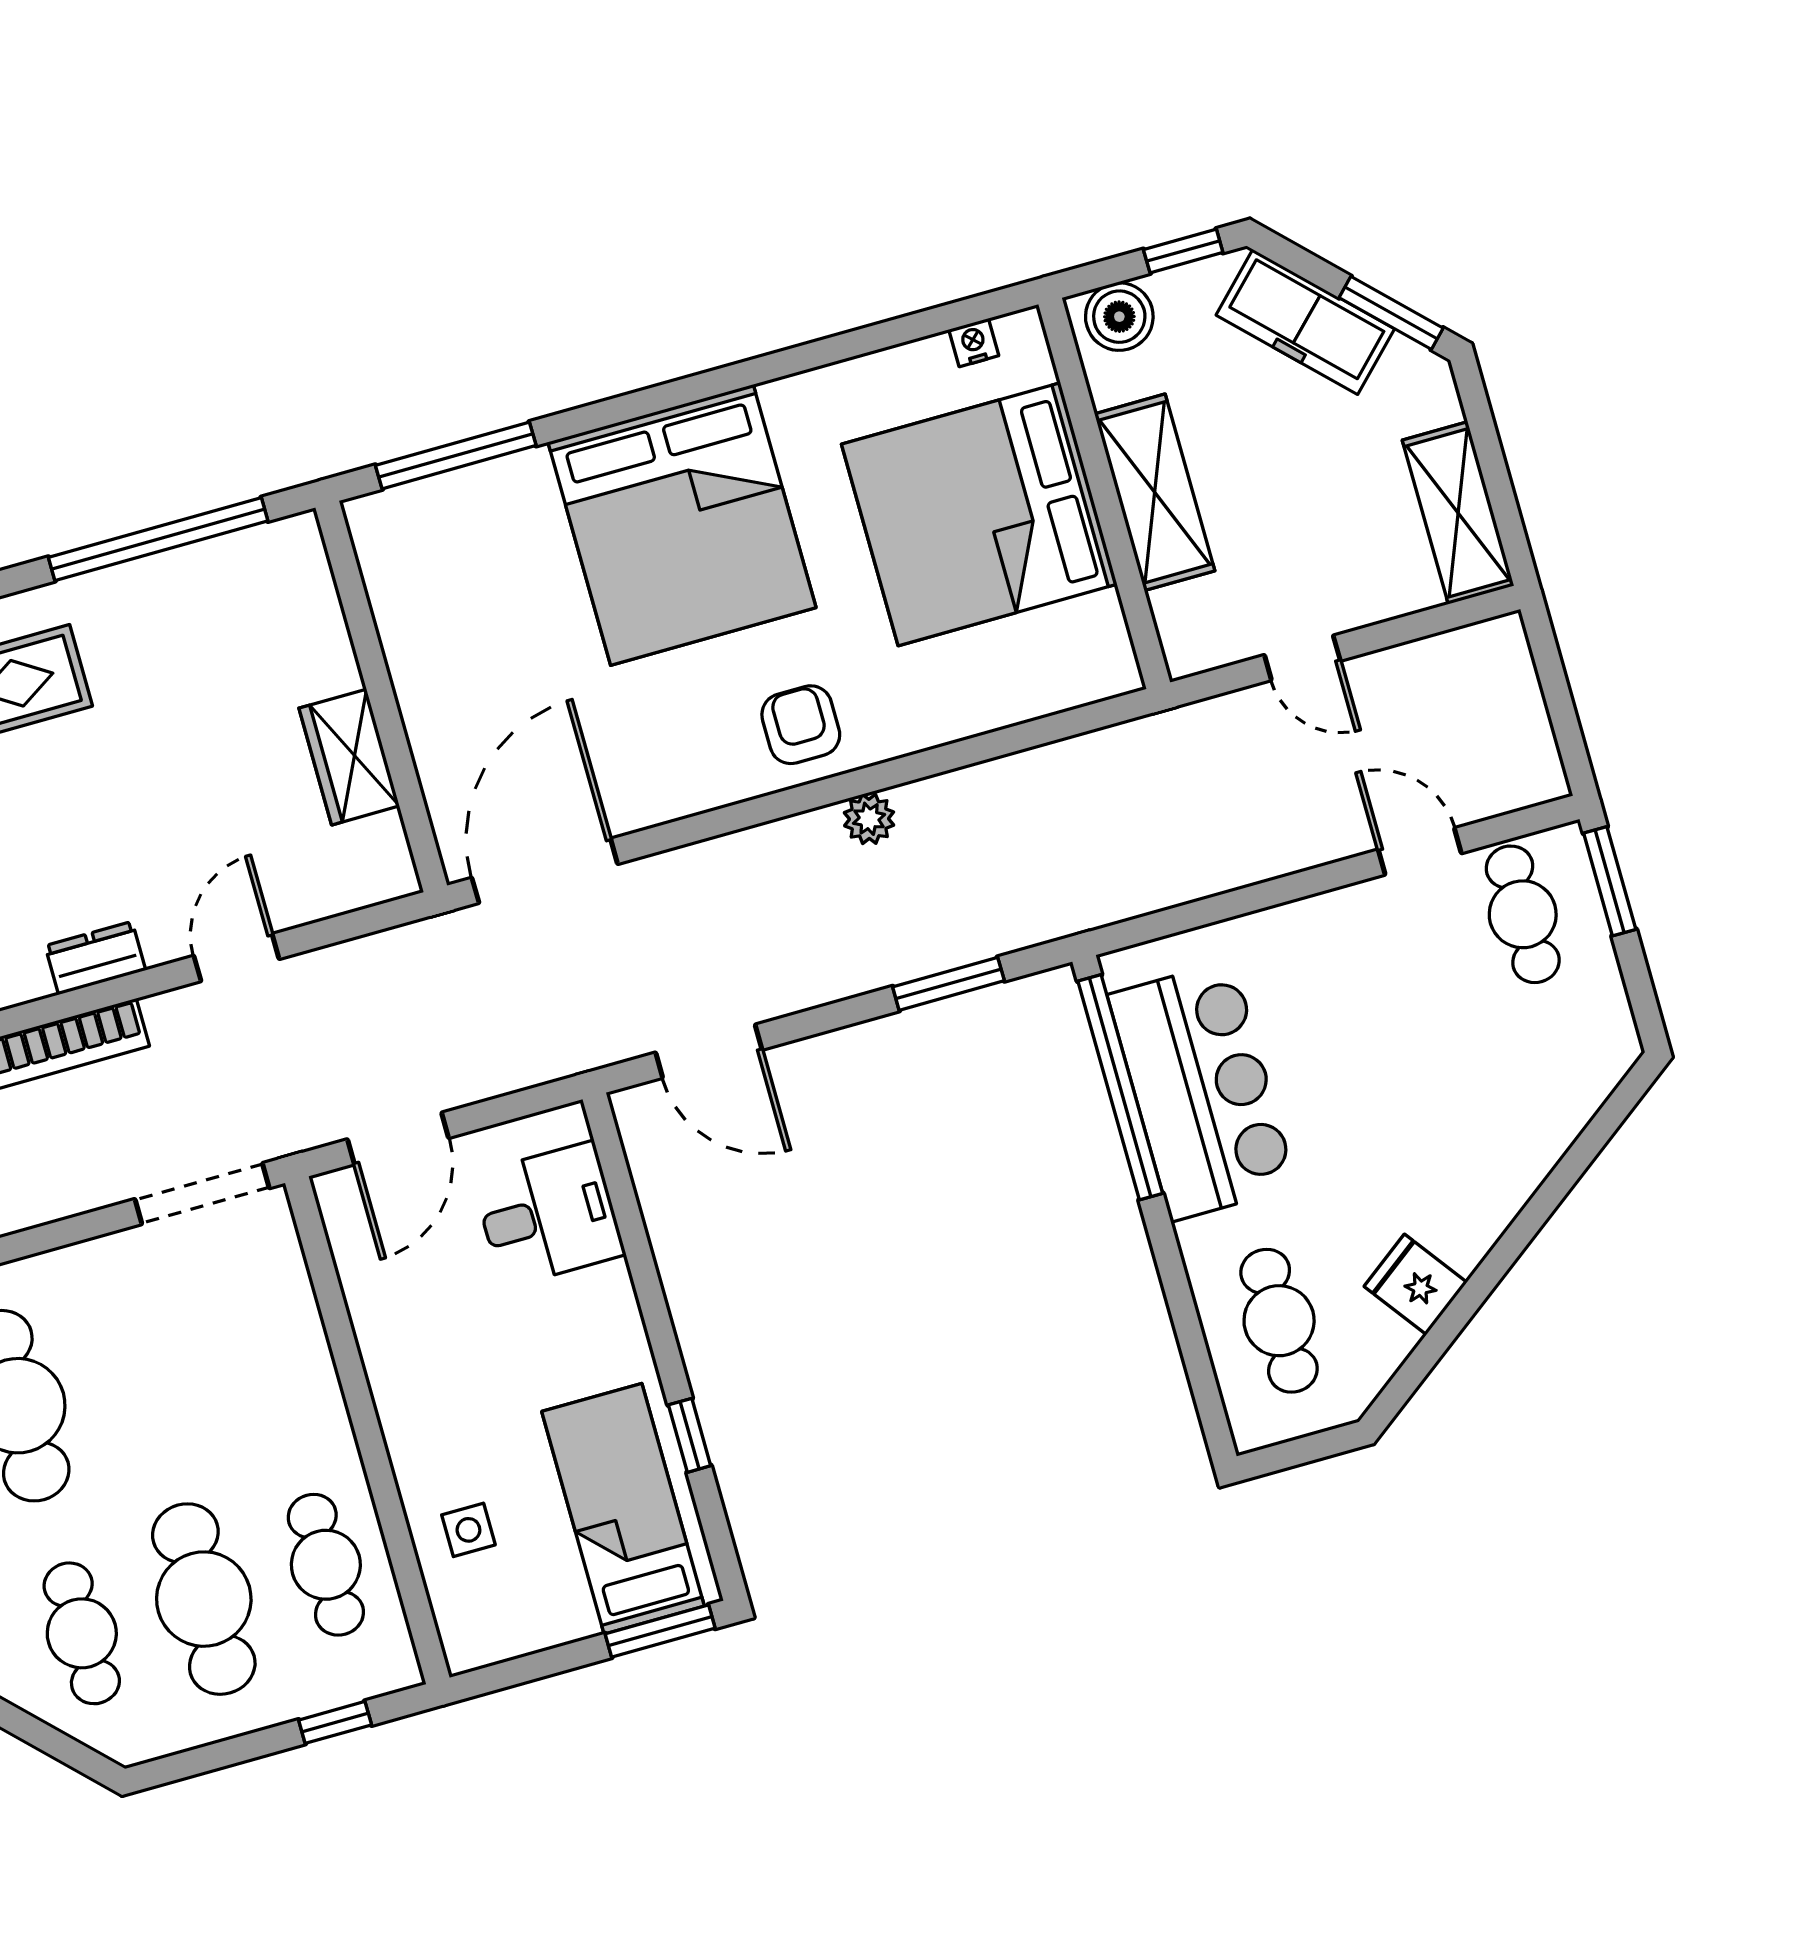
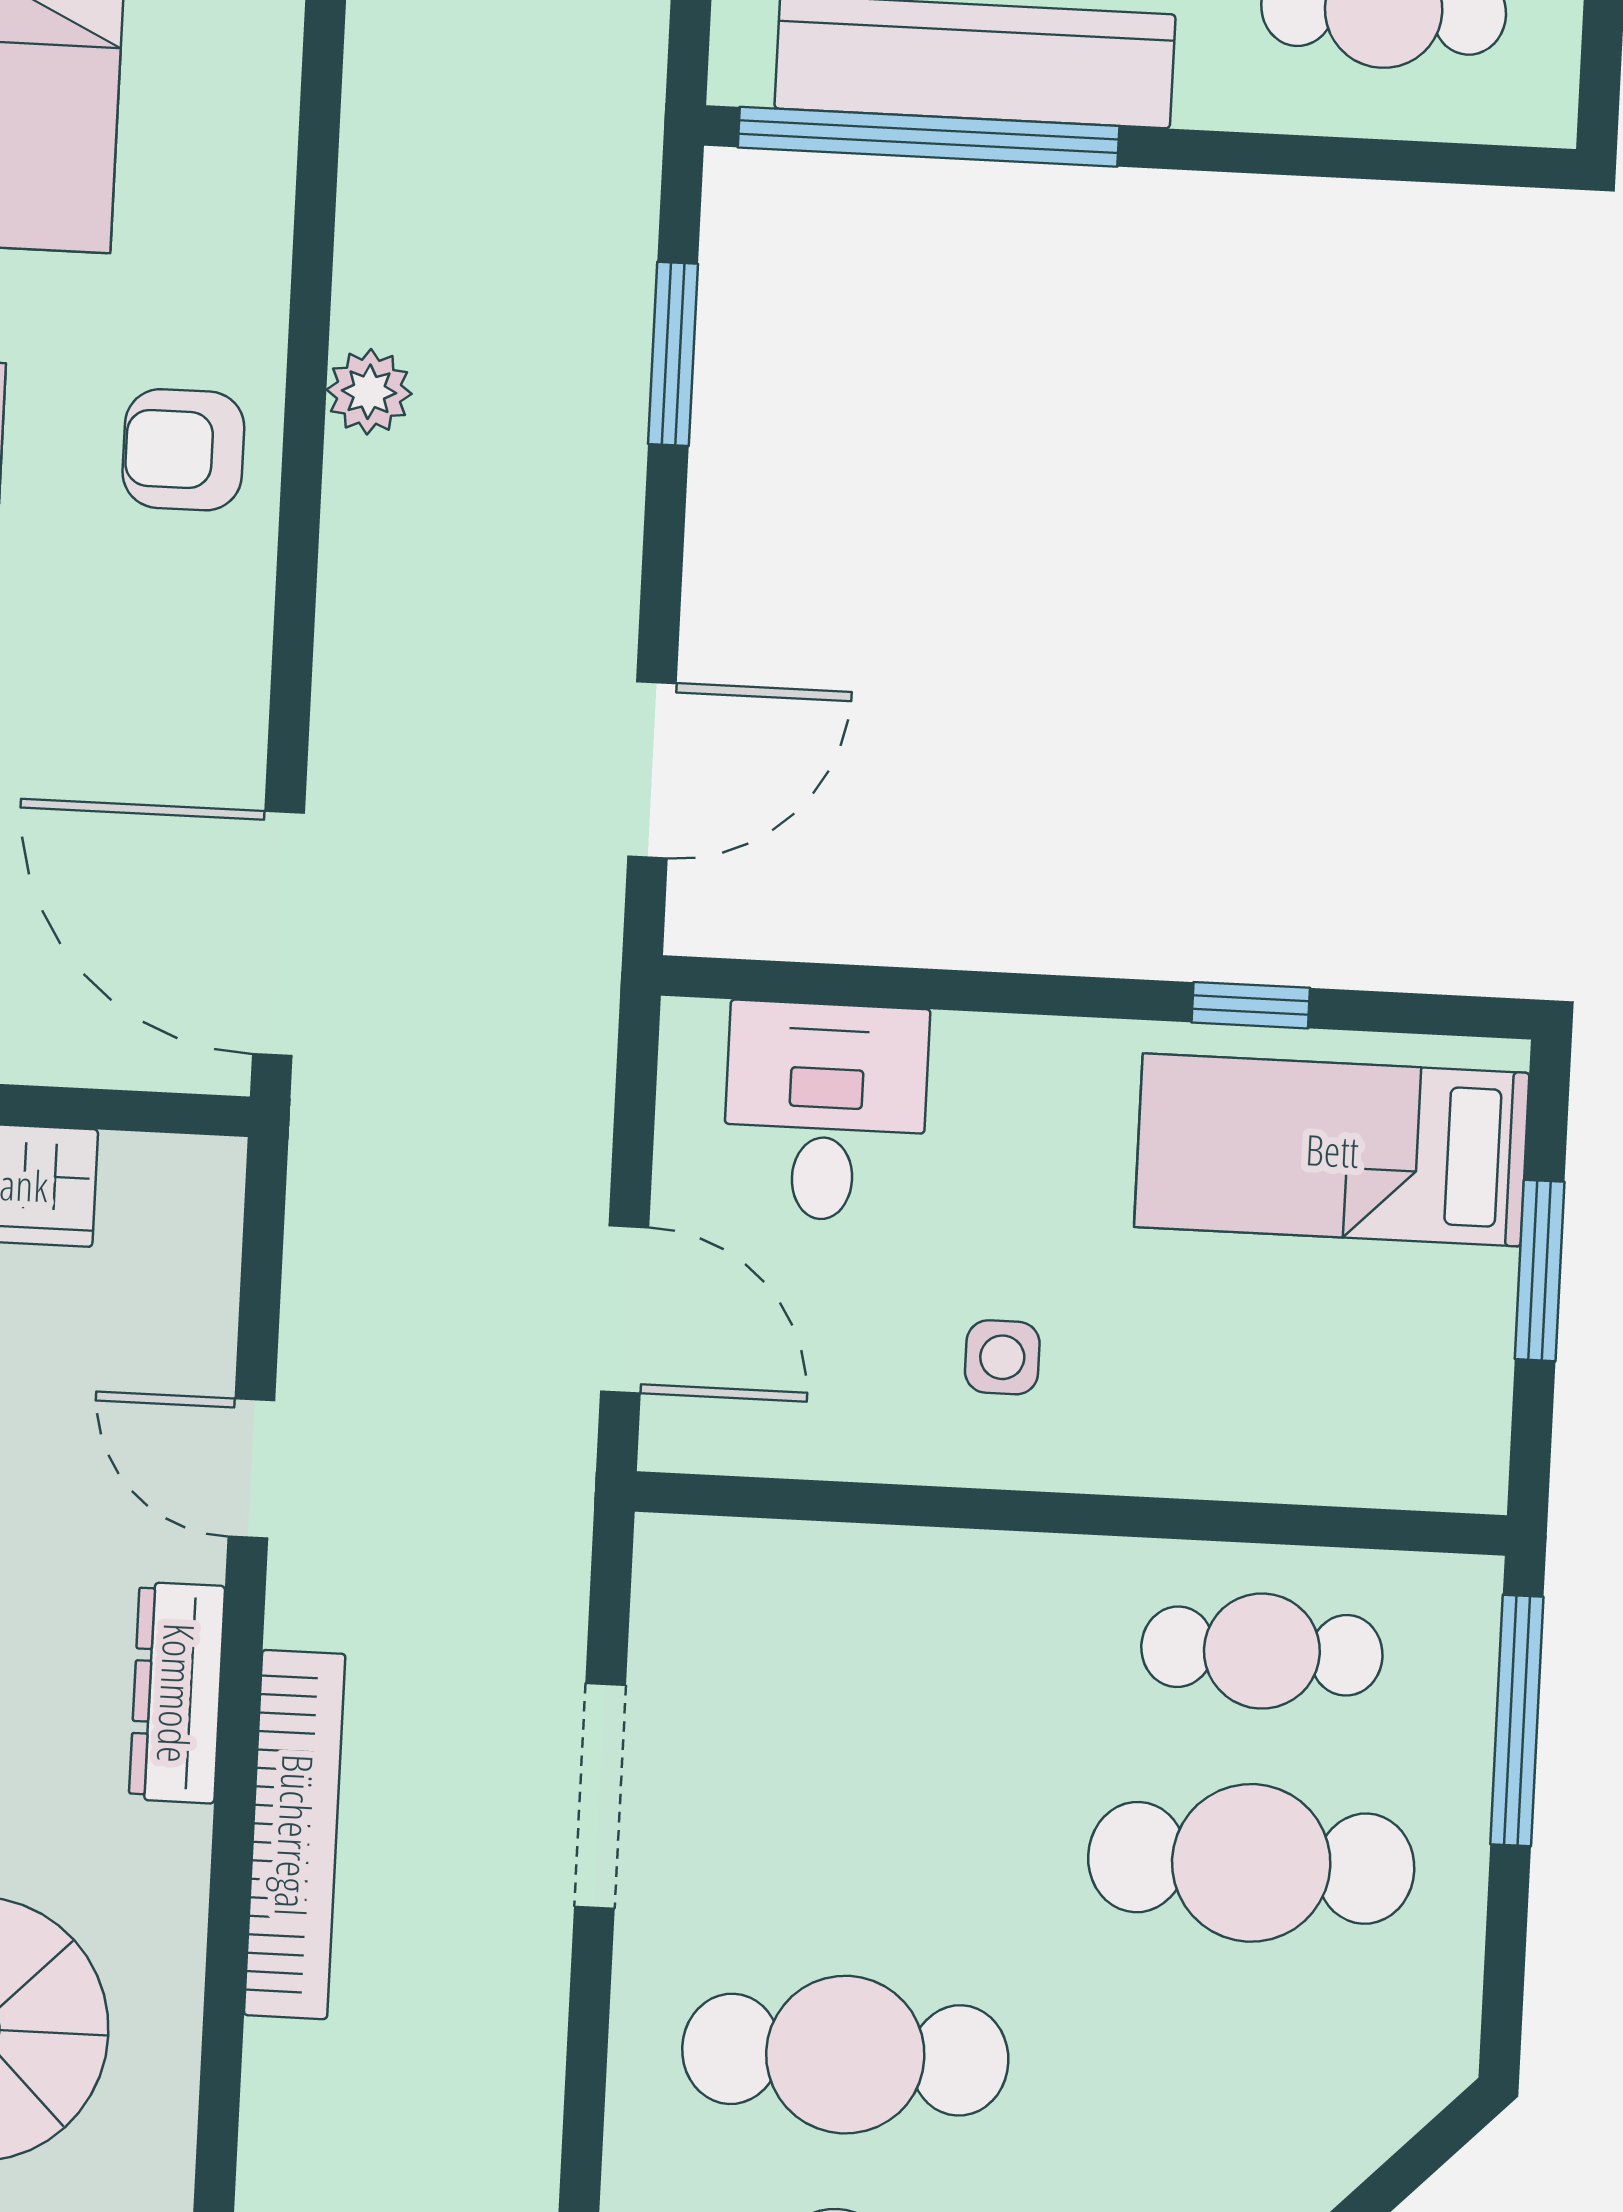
dresser: (95, 958) -> (177, 1693), width x1.44
doorway: (202, 1194) -> (600, 1796), moved
side table: (468, 1530) -> (1002, 1357), moved
window: (660, 1631) -> (1540, 1270), moved
cafe table: (82, 1633) -> (1240, 2075), removed
window: (335, 1722) -> (1517, 1721), width x2.17

